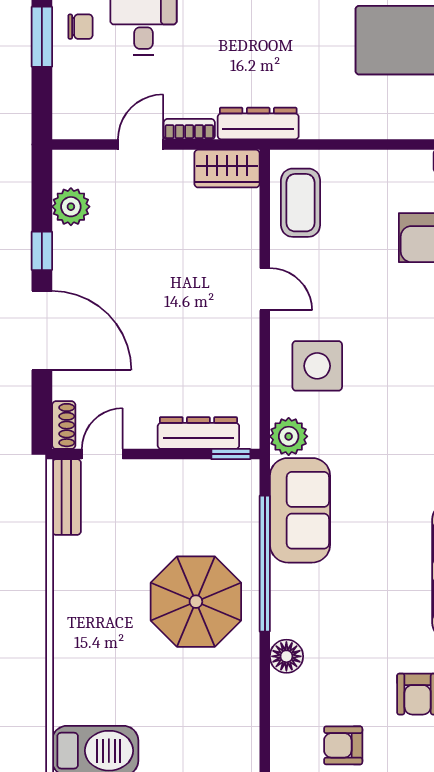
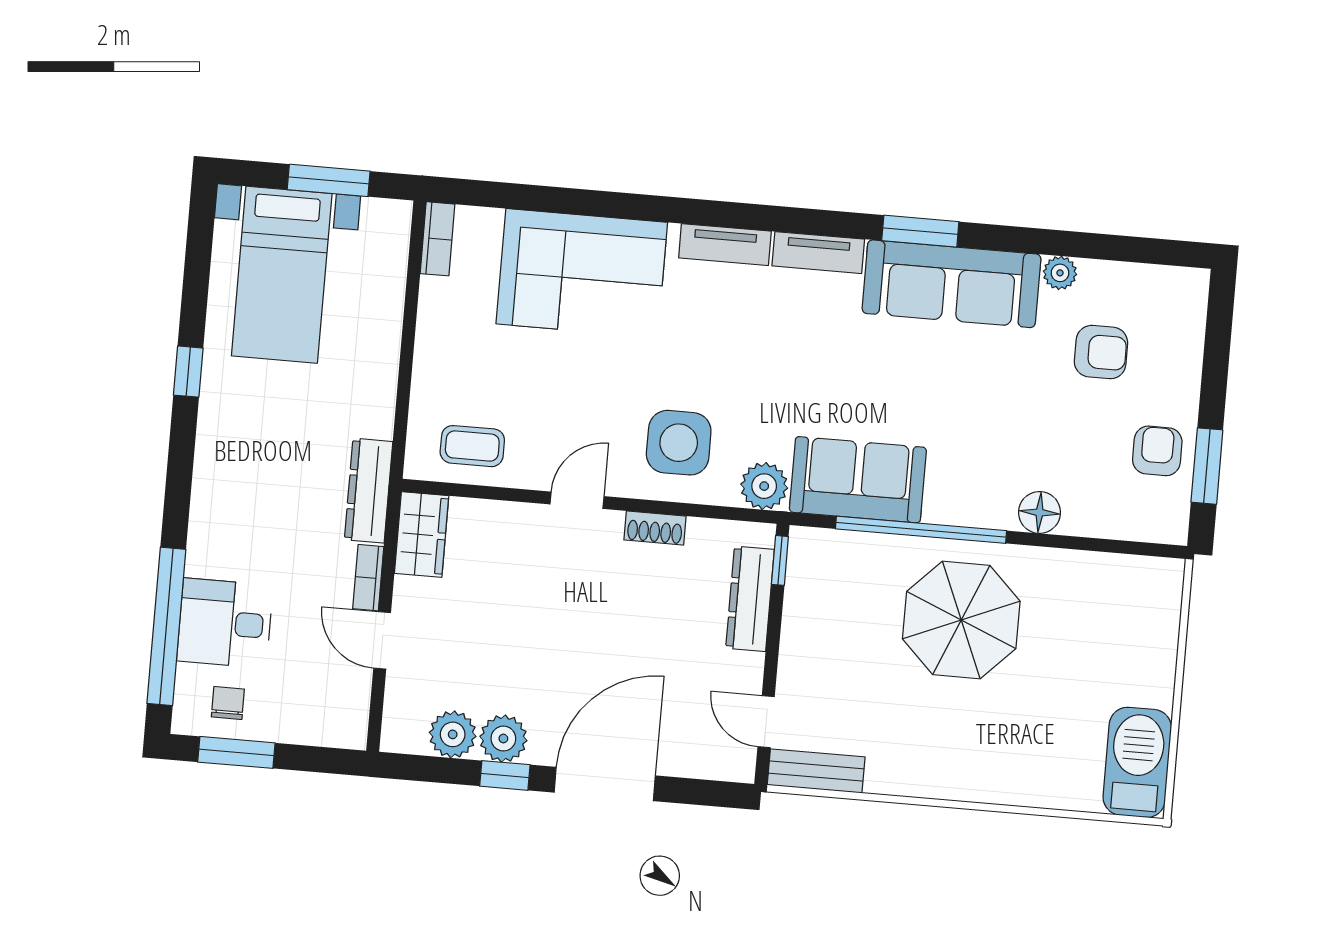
coffee table: (301, 203) -> (472, 446), width x0.73, depth x0.77
plant: (71, 247) -> (503, 739), added
shoe rack: (64, 425) -> (655, 528), moved, turned 180
armchair: (343, 745) -> (1157, 451), turned 180

